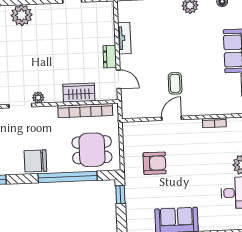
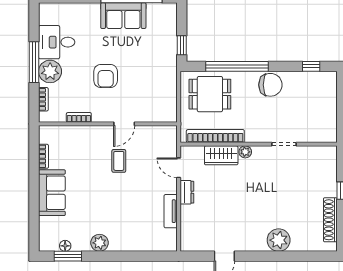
plant: (38, 98) -> (245, 152), moved
armchair: (155, 163) -> (106, 76), moved, turned -90

